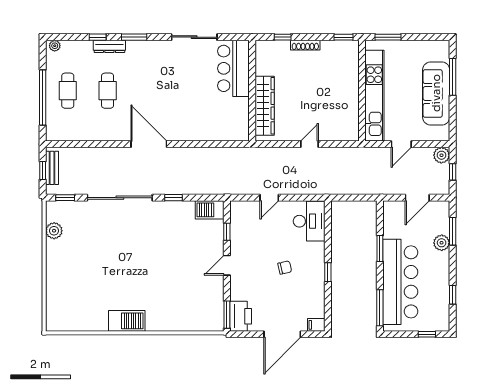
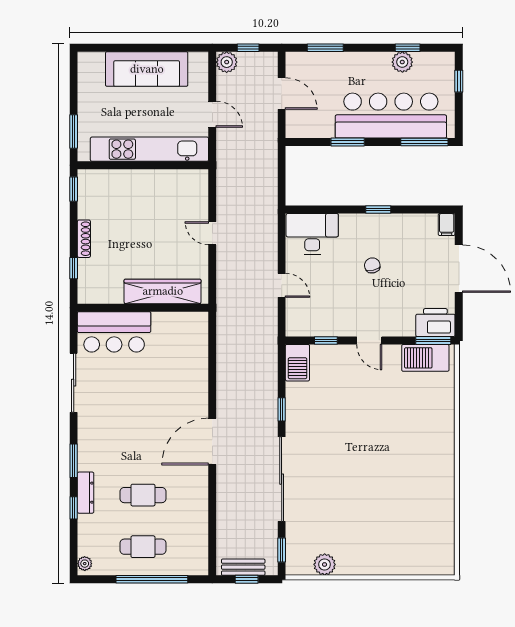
window: (453, 77) -> (125, 48), removed
plant: (442, 243) -> (402, 62), moved
barbecue: (127, 321) -> (425, 358), moved, turned -90

